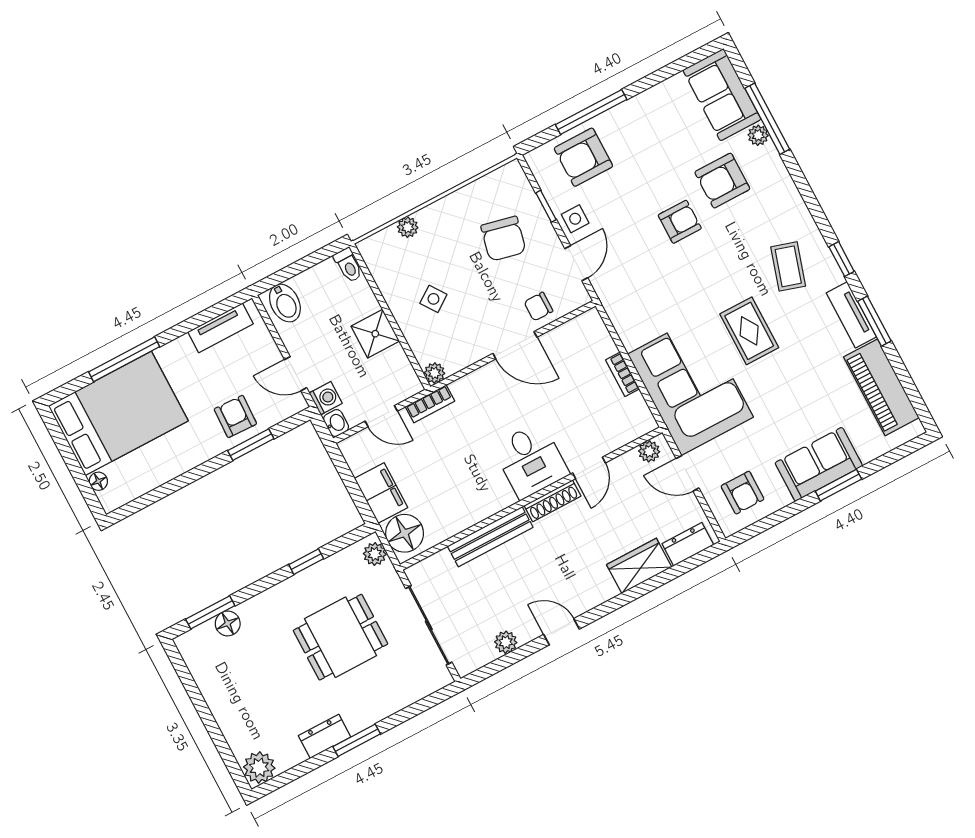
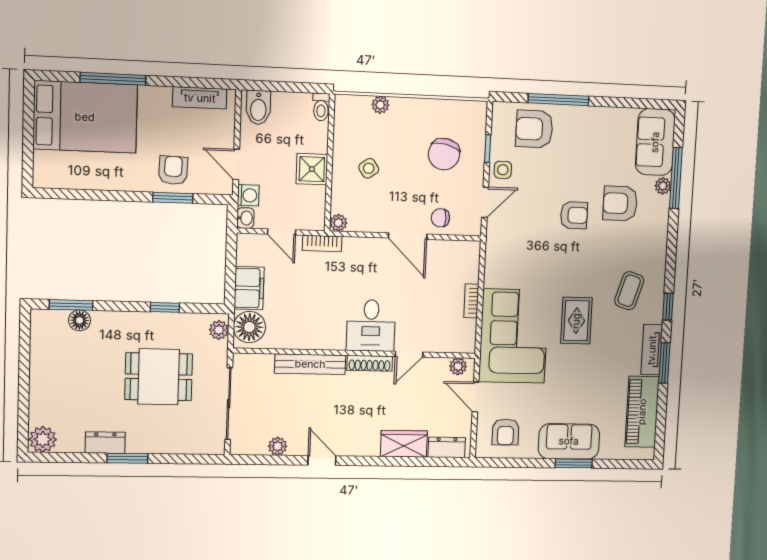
floor lamp: (98, 481) -> (41, 159), removed

